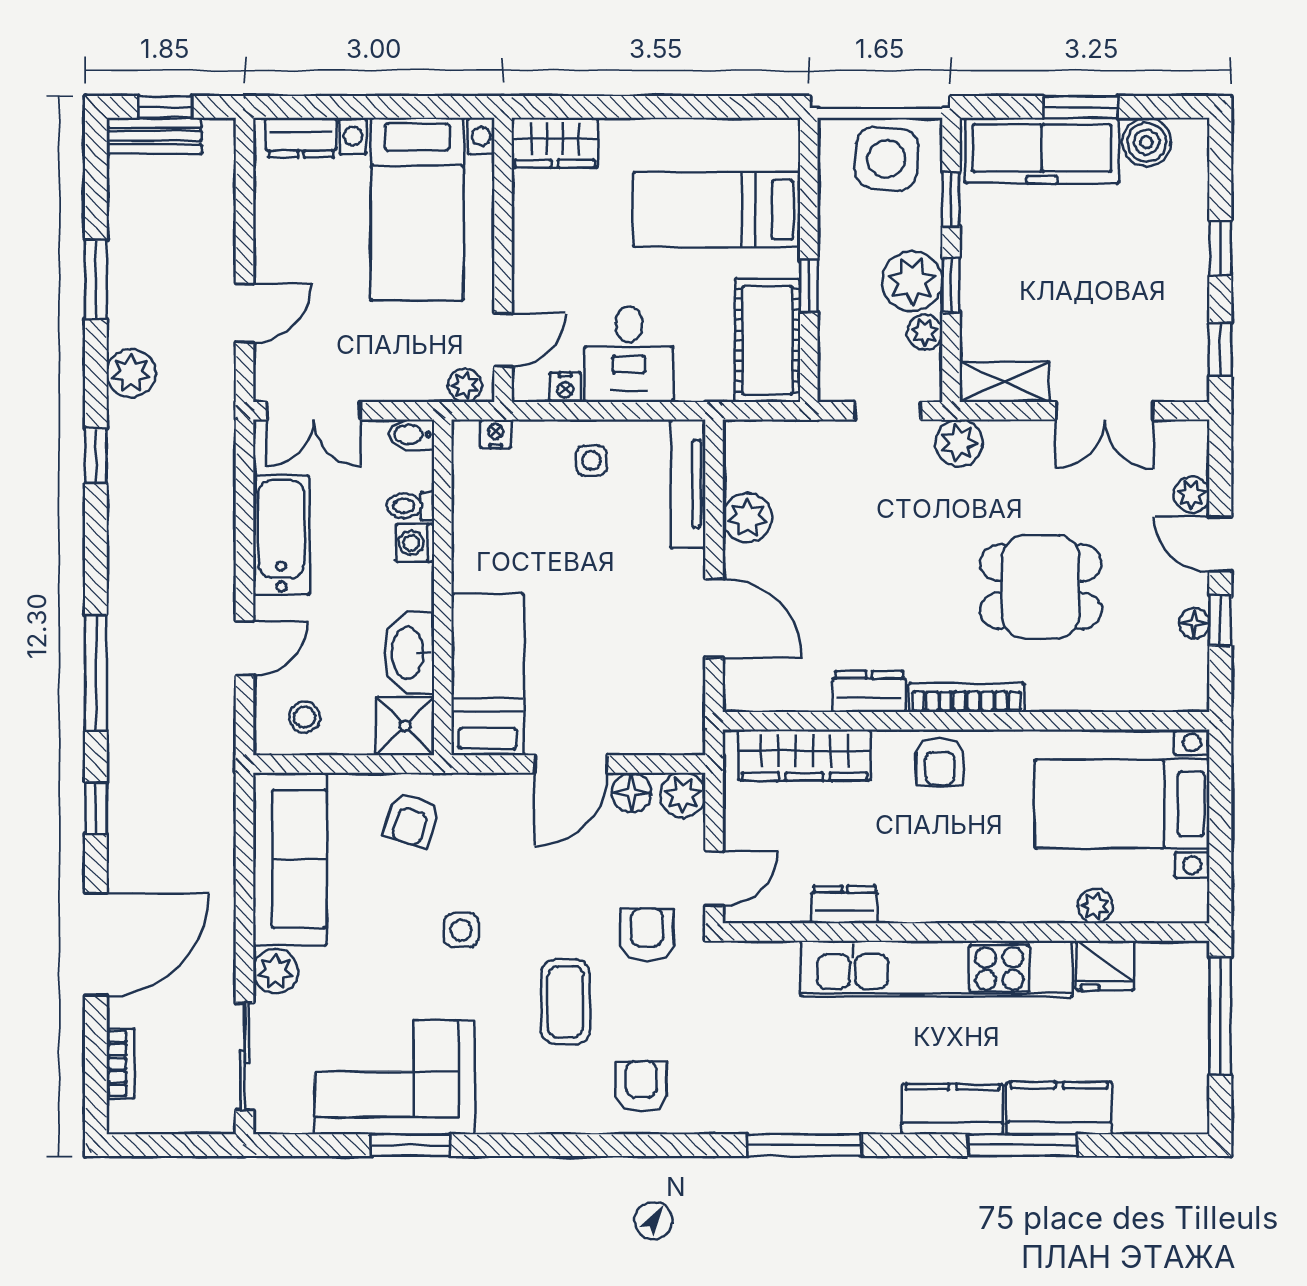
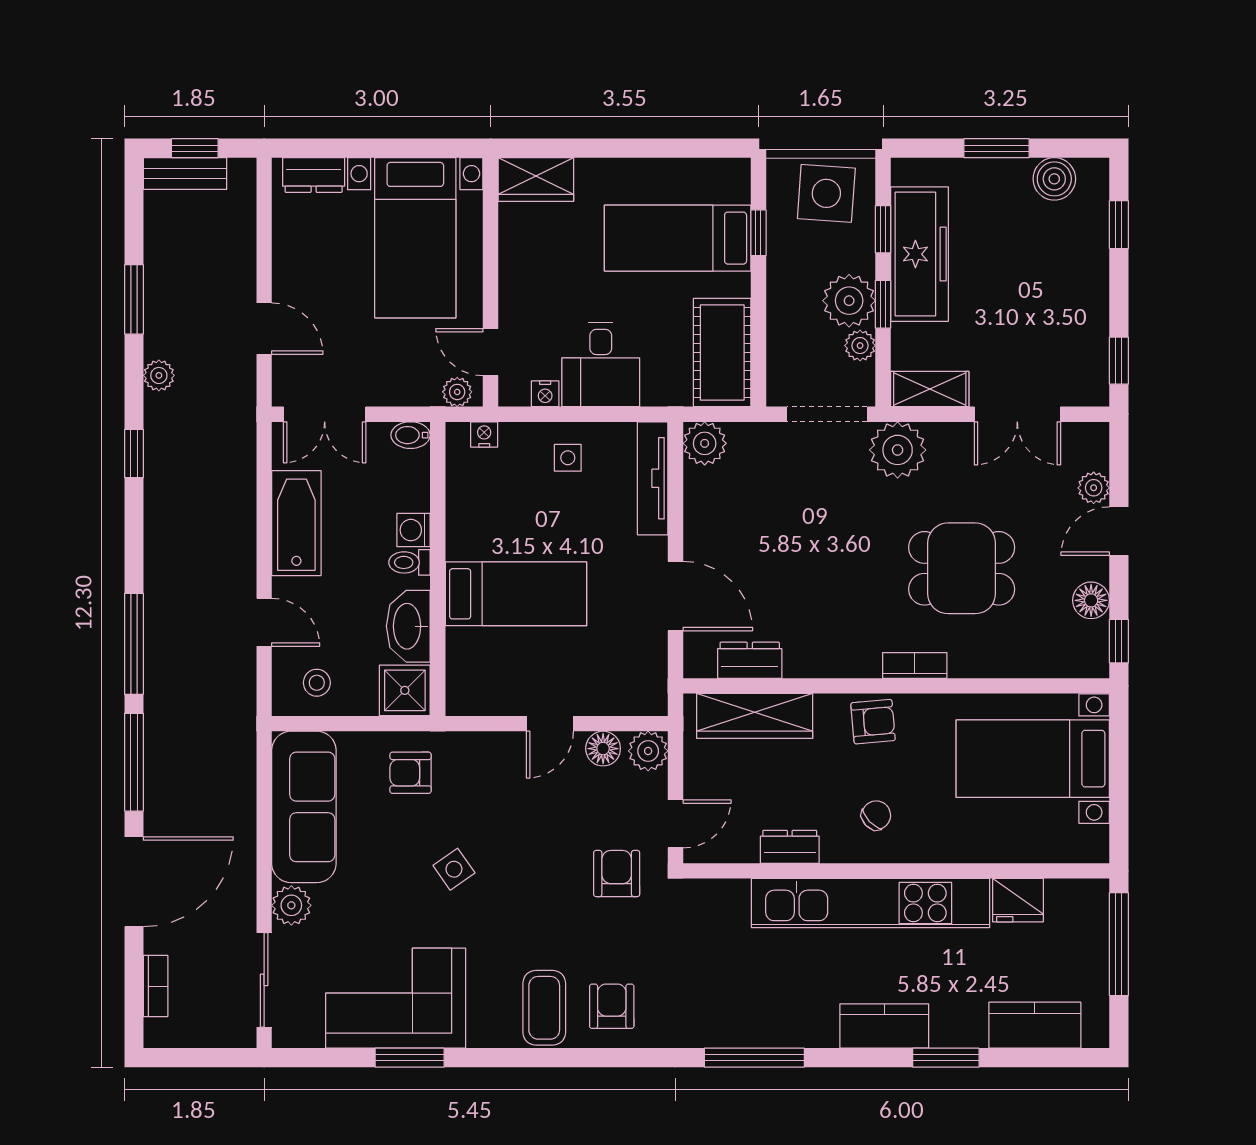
freezer: (1042, 151) -> (919, 254), moved, turned -90
window: (1220, 248) -> (1119, 225), moved
window: (809, 286) -> (758, 233), moved
door: (244, 313) -> (264, 329), hinge flipped
door: (503, 340) -> (491, 352), swing flipped
plant: (131, 373) -> (159, 375), width x0.73, depth x0.73
doorway: (887, 411) -> (827, 414), width x1.38
plant: (959, 443) -> (898, 450), width x1.36, depth x1.36
toilet: (410, 506) -> (409, 562), moved
plant: (747, 518) -> (705, 443), moved
door: (1220, 544) -> (1119, 531), hinge flipped
window: (1220, 620) -> (1119, 641), moved
floor lamp: (1194, 623) -> (1091, 600), width x1.37, depth x1.37
door: (244, 648) -> (264, 622), hinge flipped
bed: (488, 675) -> (516, 594), moved, turned 90
dresser: (869, 692) -> (750, 660), moved
bookcase: (967, 698) -> (915, 665), width x0.64
armchair: (940, 762) -> (873, 722), turned -95
door: (571, 764) -> (550, 724), width x0.73
window: (96, 808) -> (134, 762), width x2.17
armchair: (412, 820) -> (411, 773), turned 72
chair: (943, 869) -> (876, 815), added
plant: (1095, 906) -> (1009, 848), removed
side table: (461, 930) -> (454, 869), turned -35
coffee table: (566, 1002) -> (544, 1008), moved
kitchen counter: (1059, 1108) -> (1035, 1025), moved
window: (1023, 1145) -> (946, 1058), width x0.69

